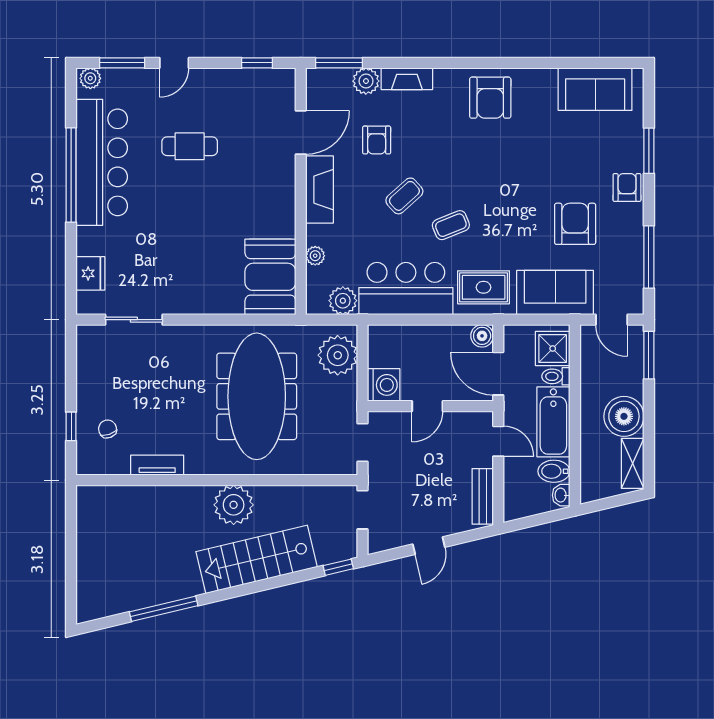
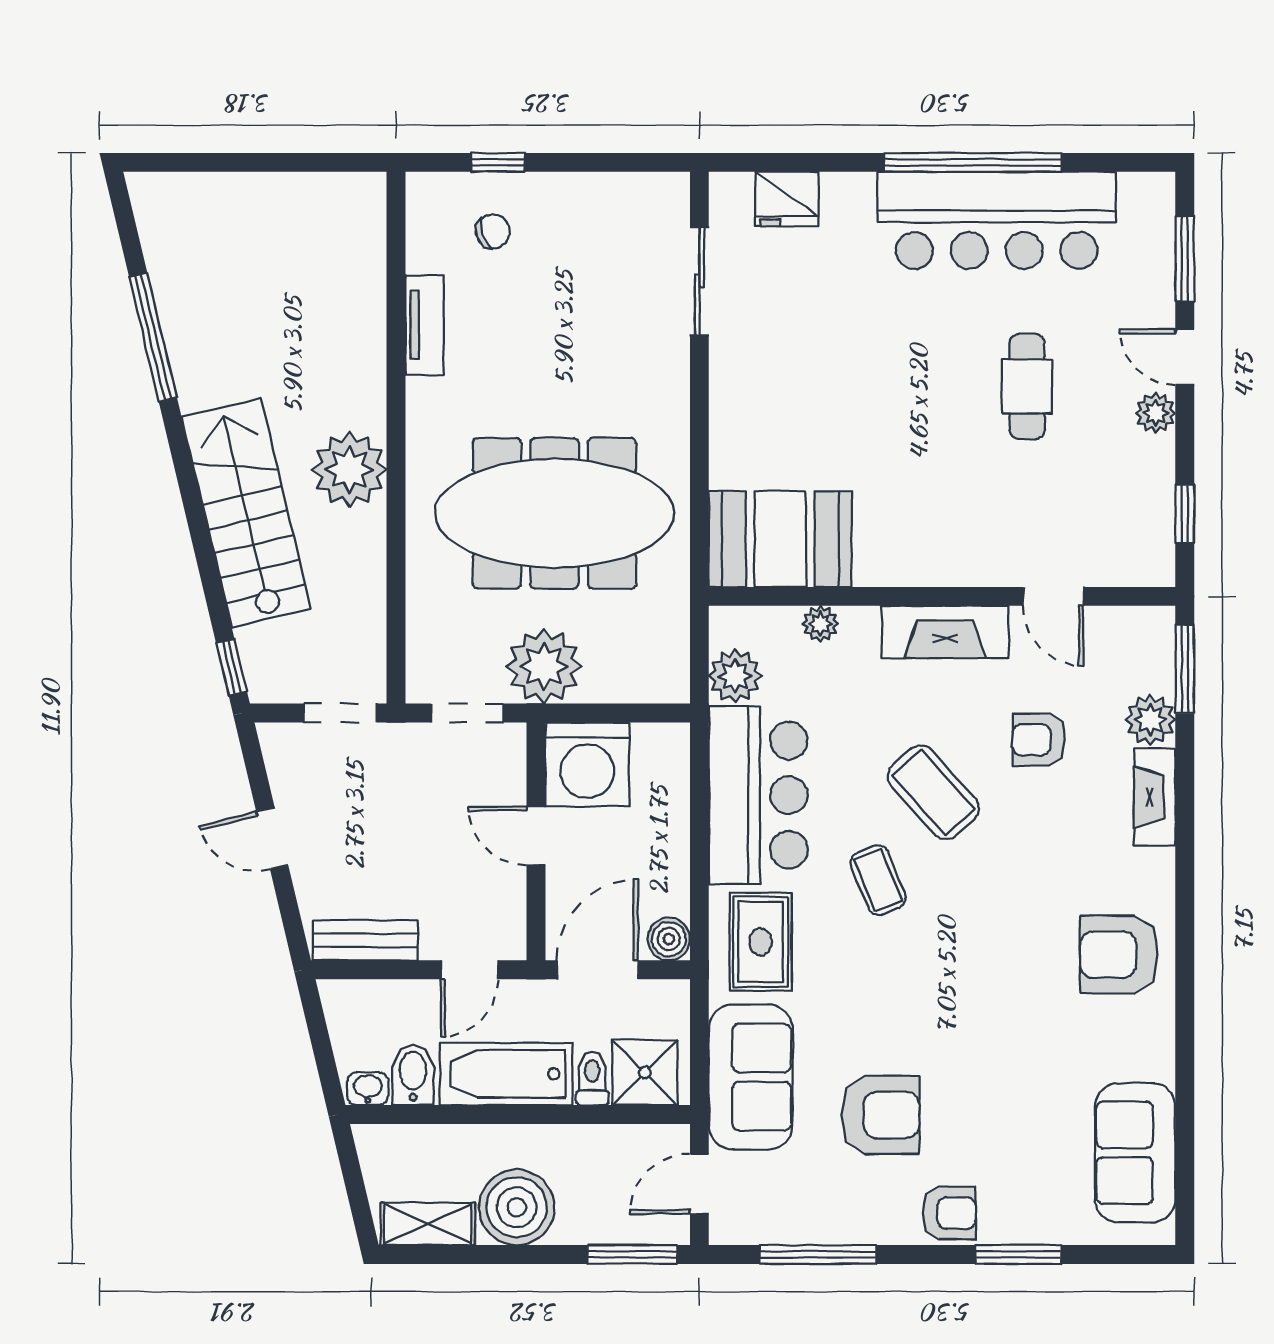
plant: (90, 78) -> (1156, 413), moved
door: (301, 132) -> (1053, 596), width x0.73
coffee table: (404, 196) -> (933, 792), width x1.36, depth x1.30
plant: (338, 355) -> (544, 666), moved
washing machine: (384, 385) -> (587, 764), width x1.37, depth x1.37

